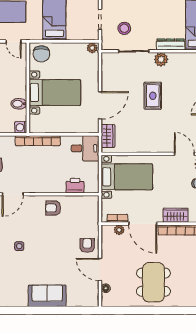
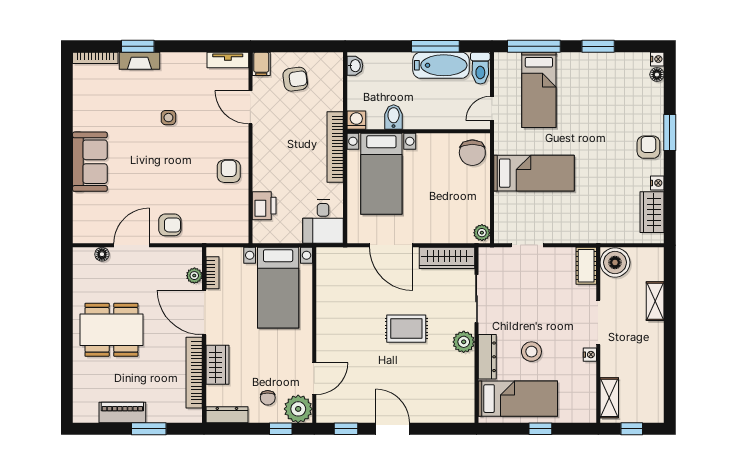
stool: (124, 28) -> (531, 352), moved
chair: (41, 54) -> (472, 153), turned -89
bed with nightstands: (55, 93) -> (381, 174), moved
wardrobe: (108, 136) -> (447, 258), moved, width x1.50
door: (143, 224) -> (204, 313), hinge flipped

